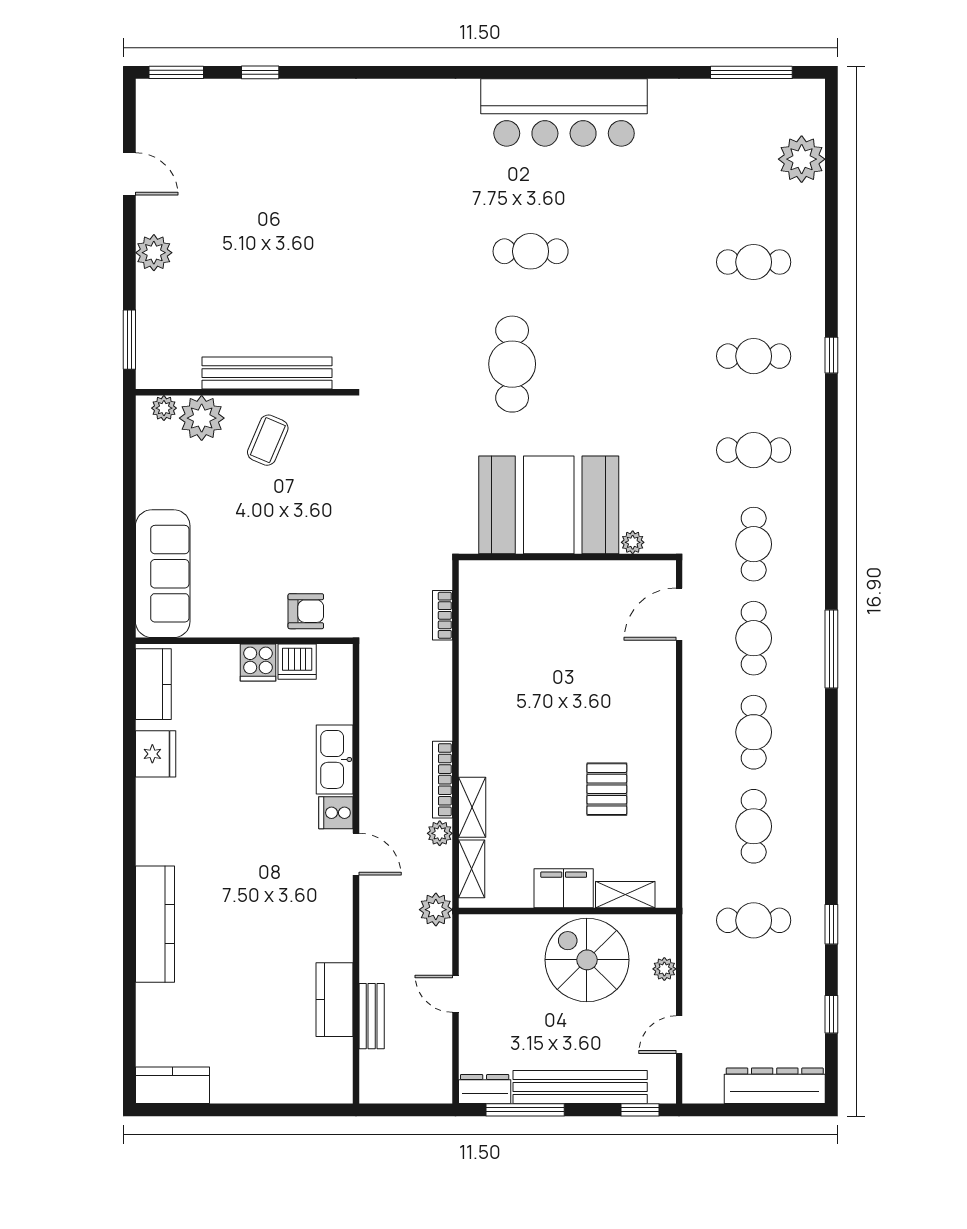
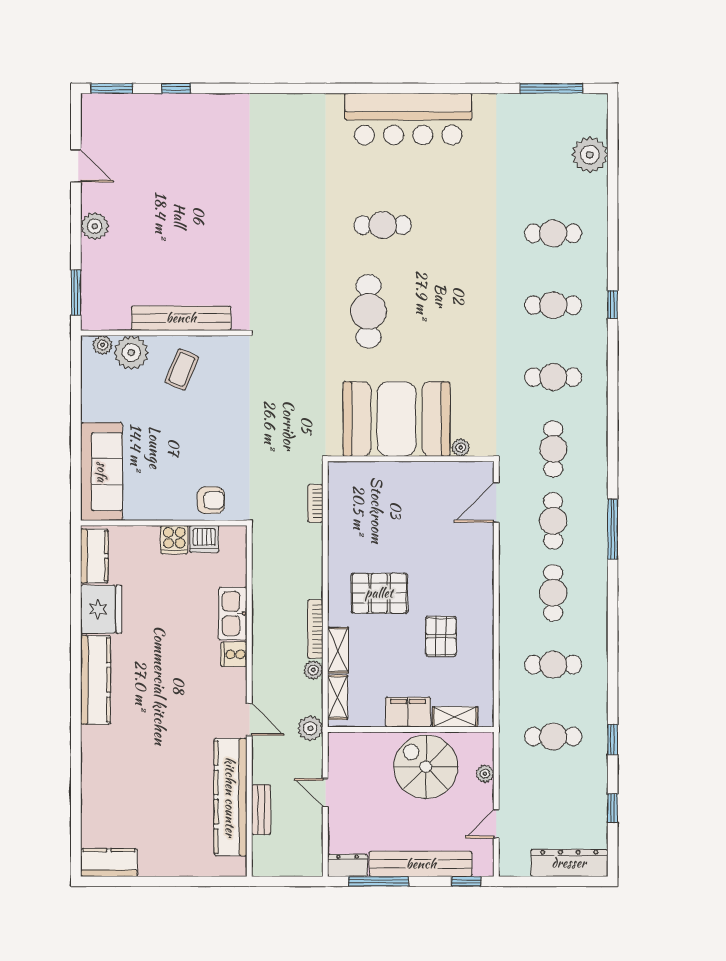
pallet: (526, 733) -> (379, 593), added
fridge: (156, 754) -> (101, 609), width x1.36, depth x1.34
cafe table: (754, 826) -> (553, 665), turned 90
door: (356, 854) -> (249, 719), moved
kitchen counter: (155, 924) -> (96, 680), moved
kitchen counter: (335, 1000) -> (230, 797), width x2.08, depth x1.17

